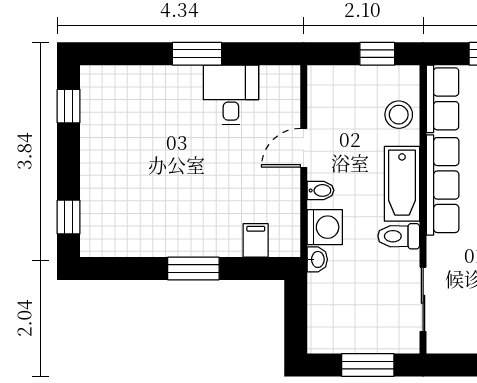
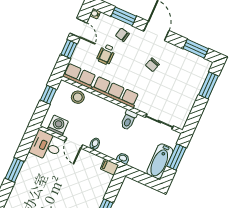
desk: (231, 95) -> (46, 146), moved
bathtub: (402, 184) -> (160, 161), moved, turned 90
washing machine: (325, 227) -> (58, 125), moved
filing cabinet: (256, 240) -> (109, 167), moved

